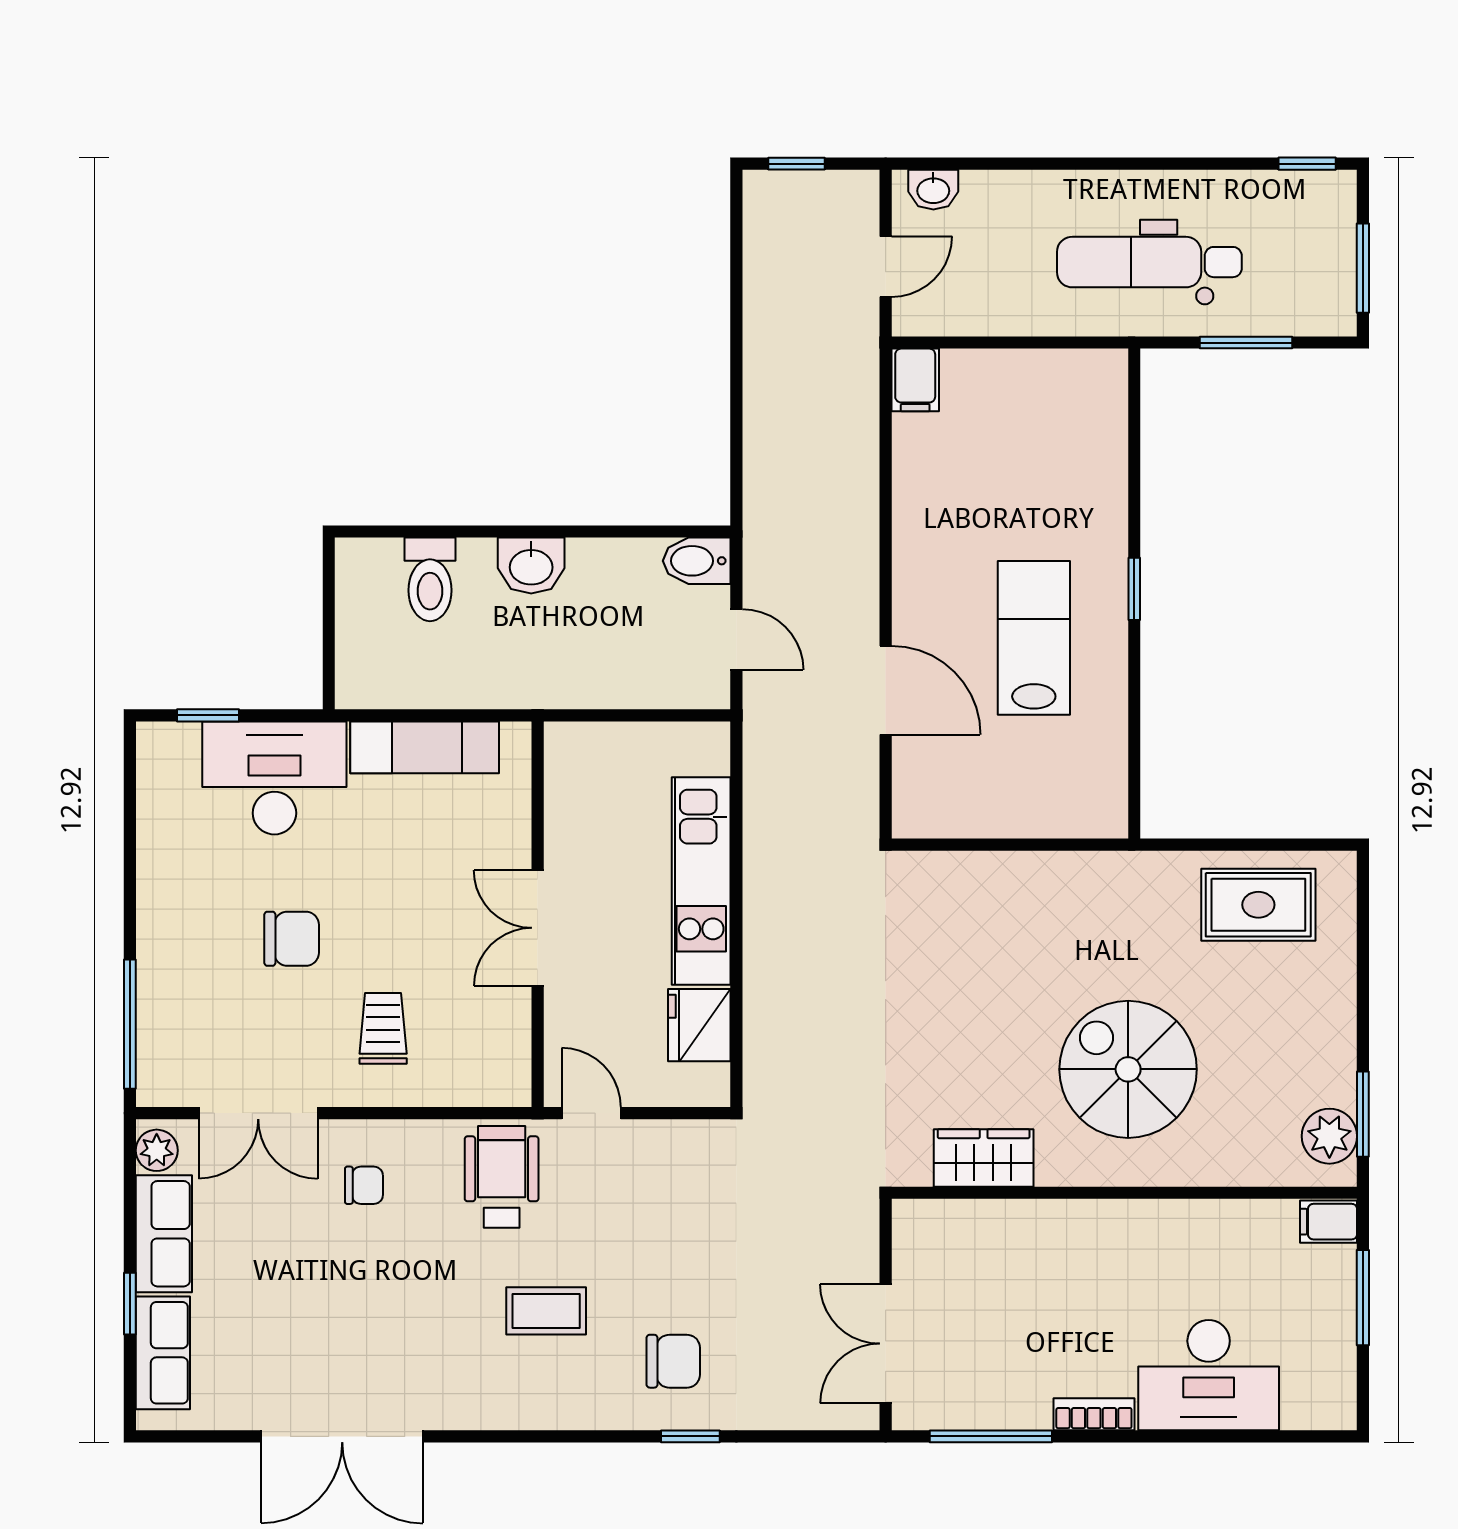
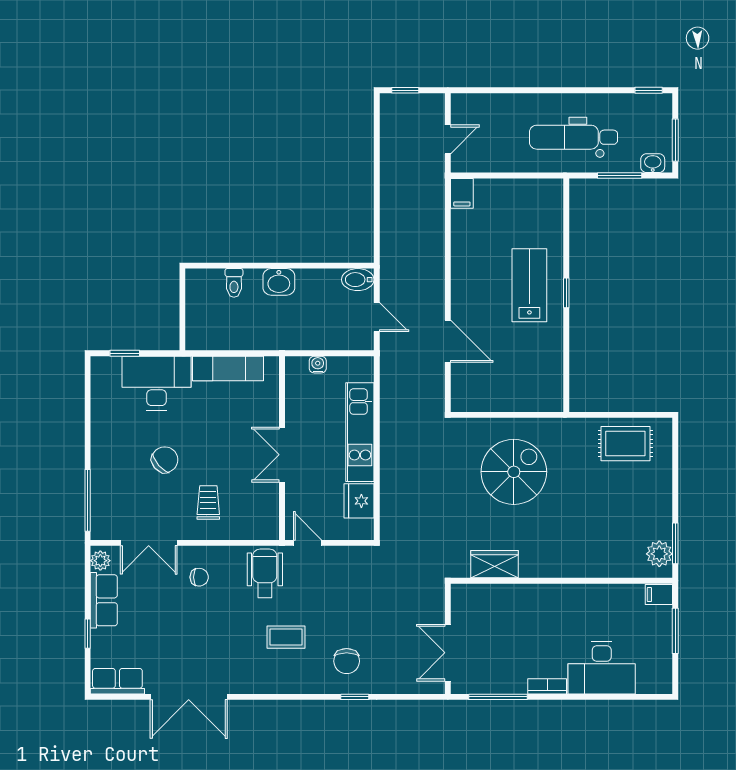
washbasin: (933, 190) -> (653, 163), moved, turned 180
toilet: (430, 579) -> (234, 283), width x0.73, depth x0.72
lab bench: (1034, 638) -> (529, 285), moved
water cooler: (613, 739) -> (318, 365), added
chair: (292, 939) -> (165, 460), turned -41
spiral stairs: (1128, 1069) -> (514, 472), moved, turned 90
row of seats: (163, 1353) -> (117, 681), moved, turned -90
chair: (673, 1361) -> (347, 661), turned 90

